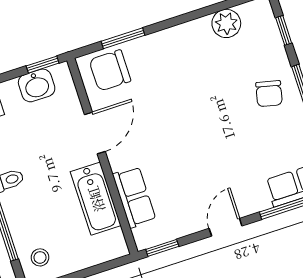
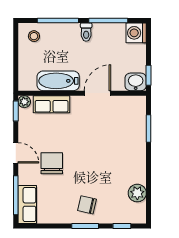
chair: (110, 70) -> (52, 163), moved
washbasin: (37, 85) -> (136, 82), moved, turned 90
door: (95, 133) -> (97, 93), swing flipped
plant: (144, 240) -> (24, 102), added

